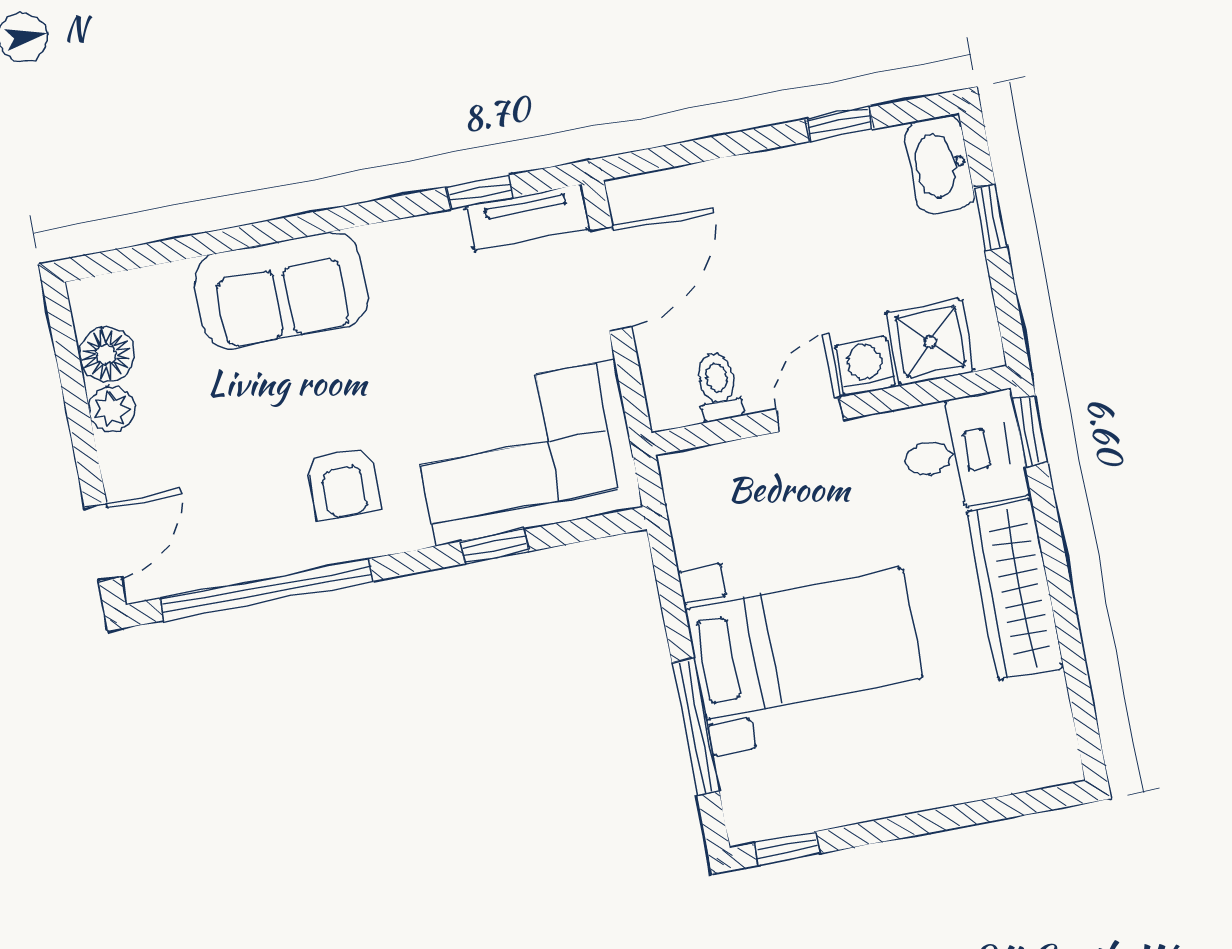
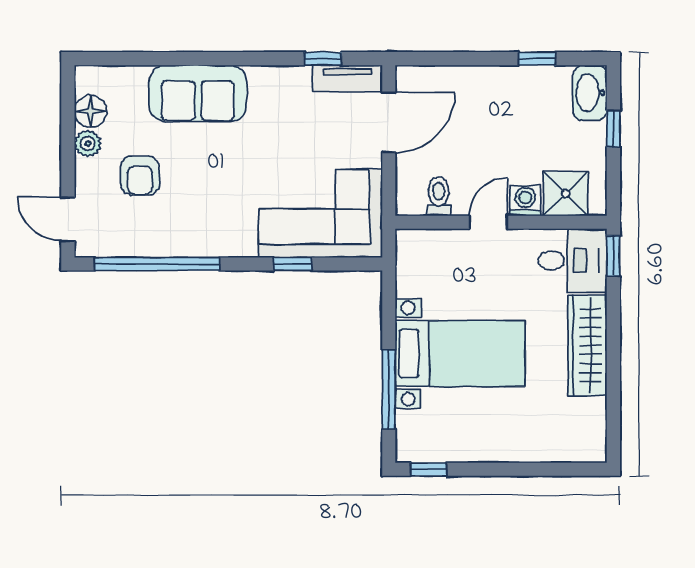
armchair: (343, 483) -> (140, 176), moved
door: (103, 543) -> (68, 219), swing flipped

